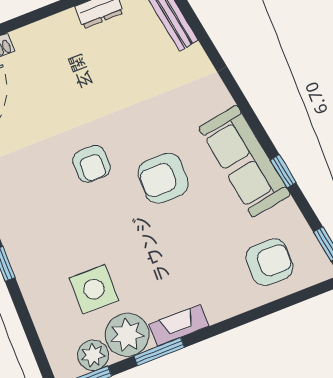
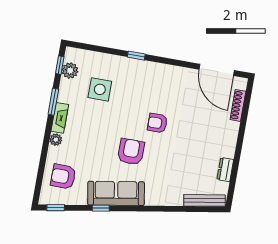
armchair: (269, 262) -> (63, 177), turned 91
plant: (127, 335) -> (56, 140), moved, width x0.53, depth x0.53

